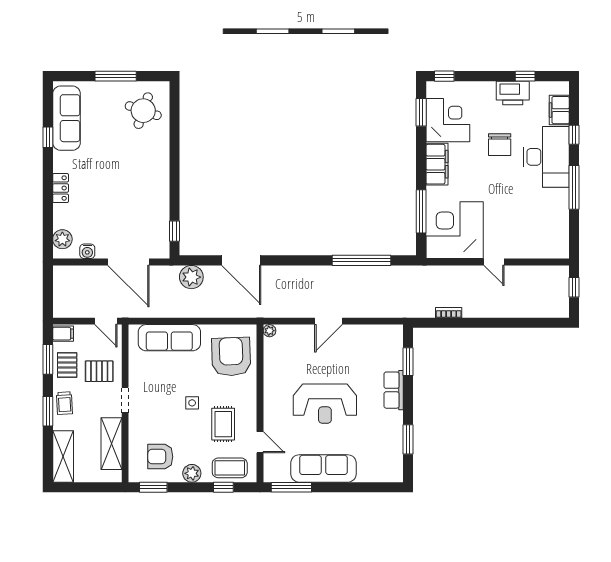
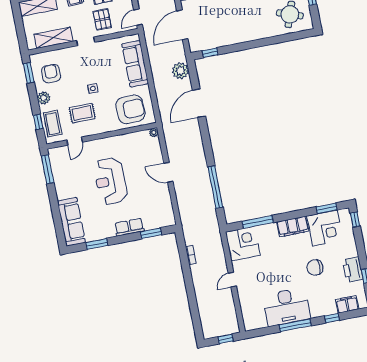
desk: (546, 157) -> (287, 307), moved
corner desk: (455, 230) -> (243, 244), width x0.74, depth x0.74
sofa: (323, 468) -> (71, 222), moved

